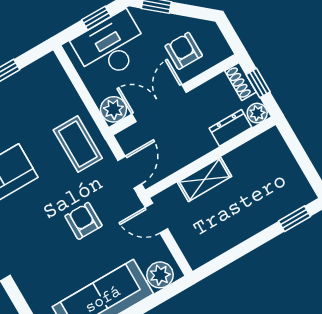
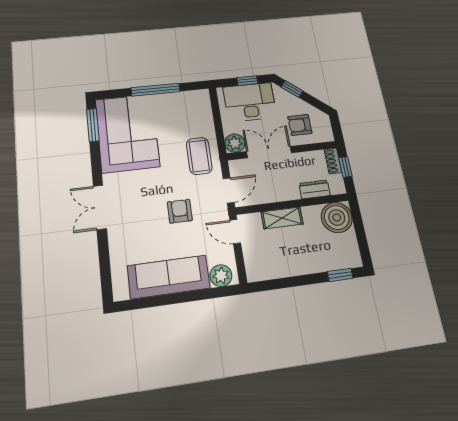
armchair: (184, 51) -> (300, 125), turned -90
plant: (257, 113) -> (338, 187), removed
boiler: (268, 152) -> (337, 217), added

